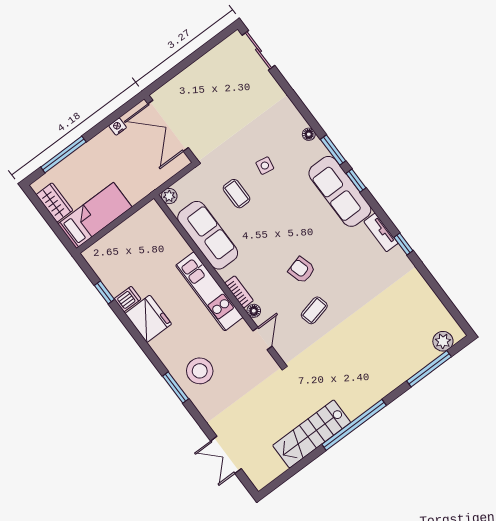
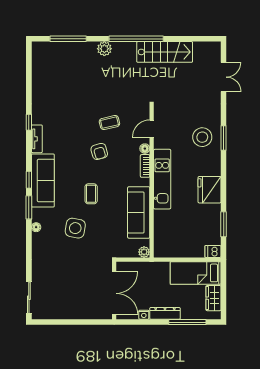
dresser: (95, 146) -> (165, 313), added
side table: (265, 166) -> (75, 228), width x1.87, depth x1.87
coffee table: (237, 194) -> (91, 194), moved
window: (104, 292) -> (224, 224), width x1.50
dishwasher: (128, 299) -> (213, 251), moved
plant: (443, 341) -> (104, 49), moved

